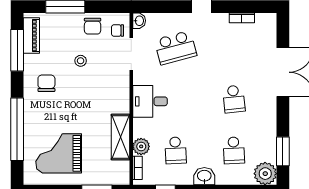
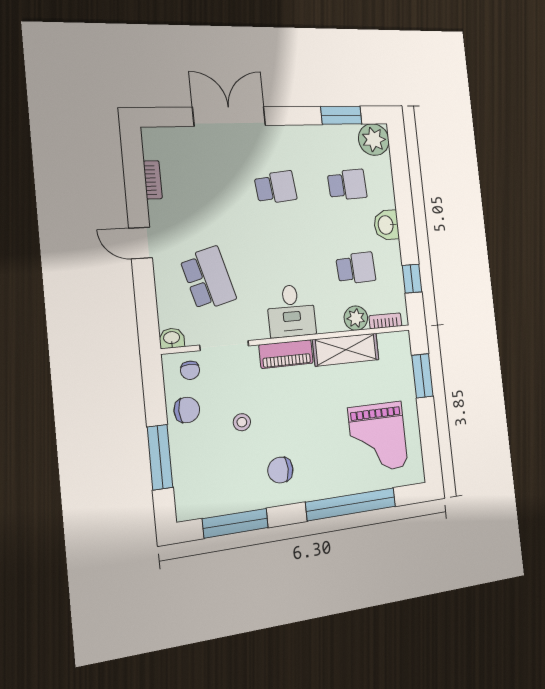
piano: (31, 36) -> (286, 354), moved, turned 180

